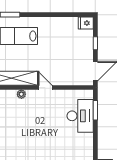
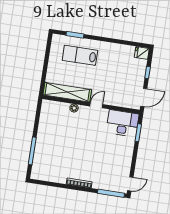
door: (45, 88) -> (96, 105), hinge flipped
desk: (80, 116) -> (122, 123), moved, turned -90

